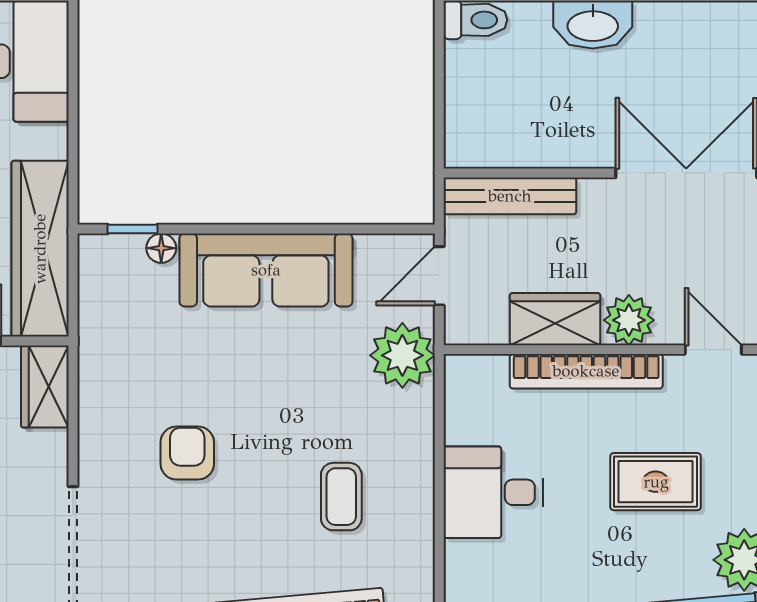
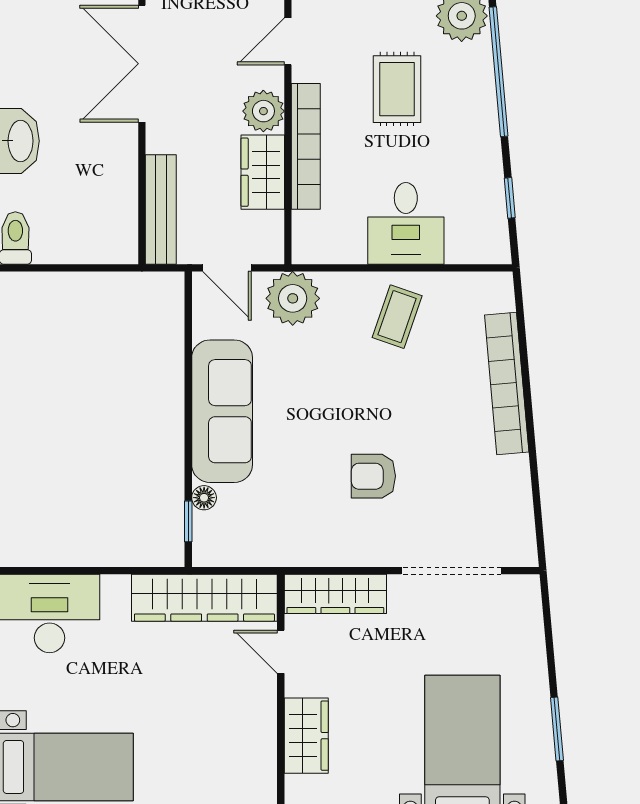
wardrobe: (45, 386) -> (335, 594), width x1.50
coffee table: (341, 497) -> (397, 317), moved, turned -71

